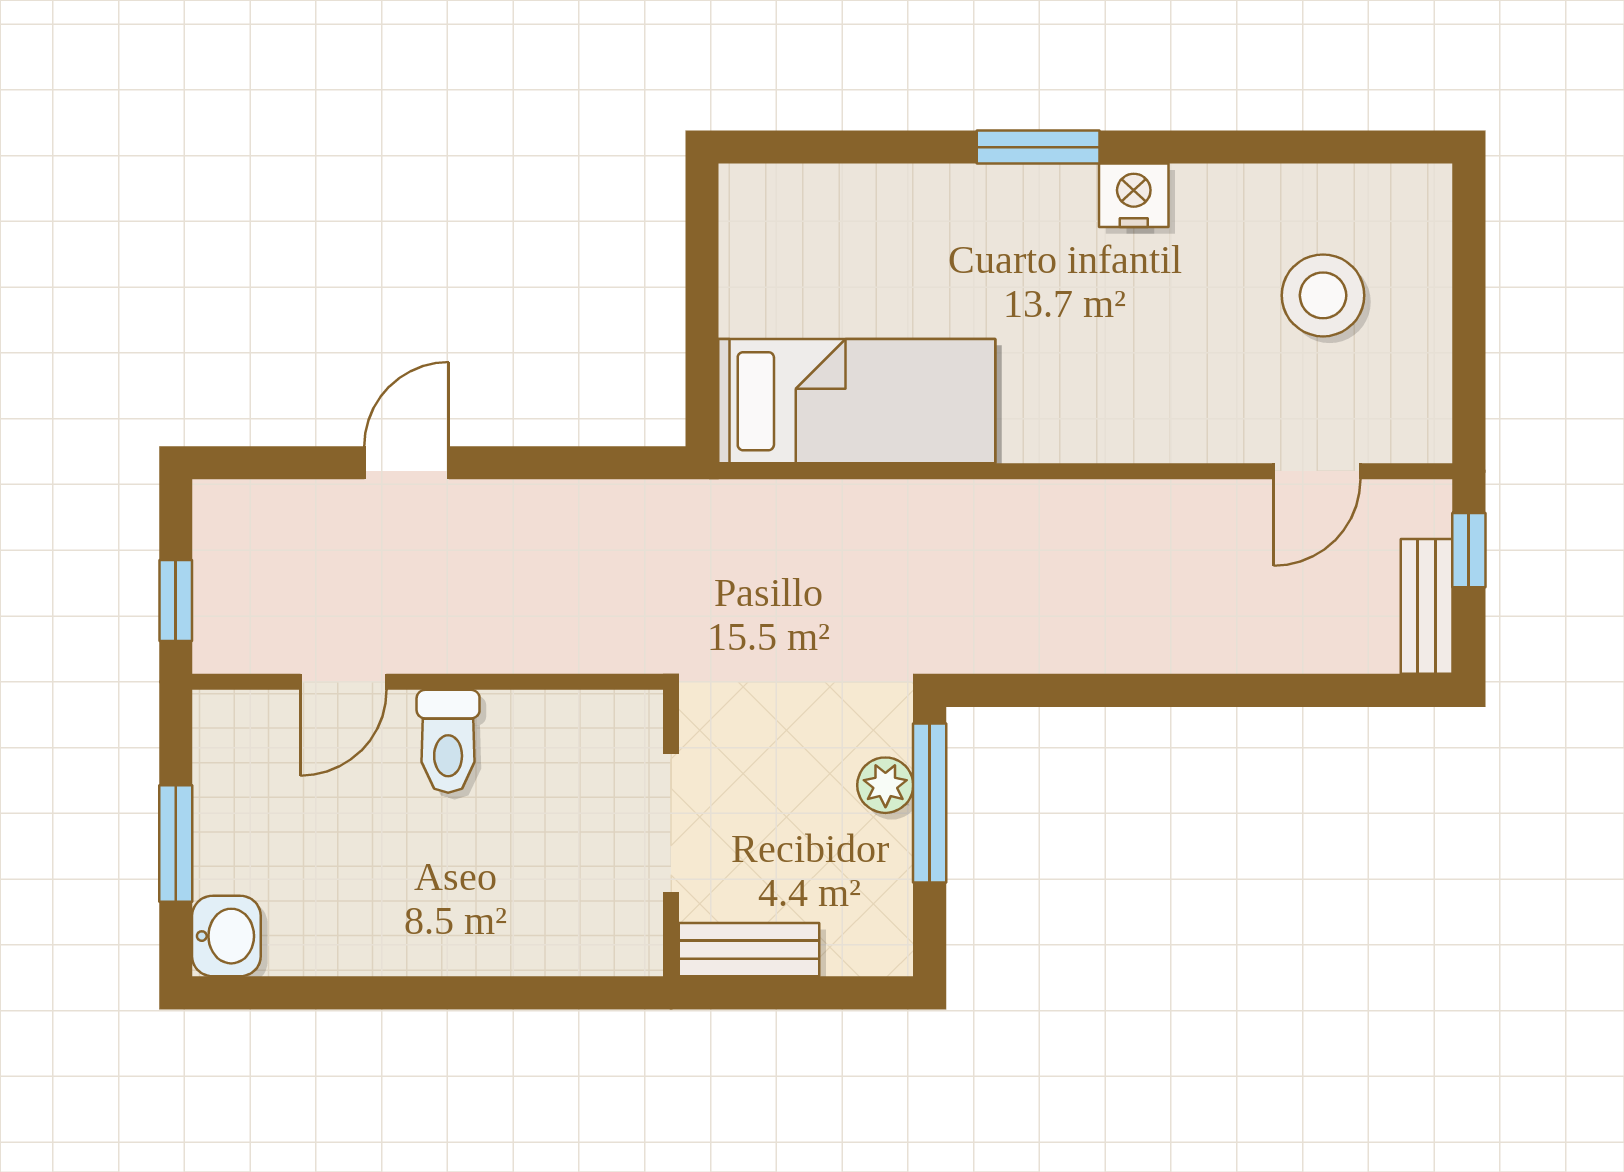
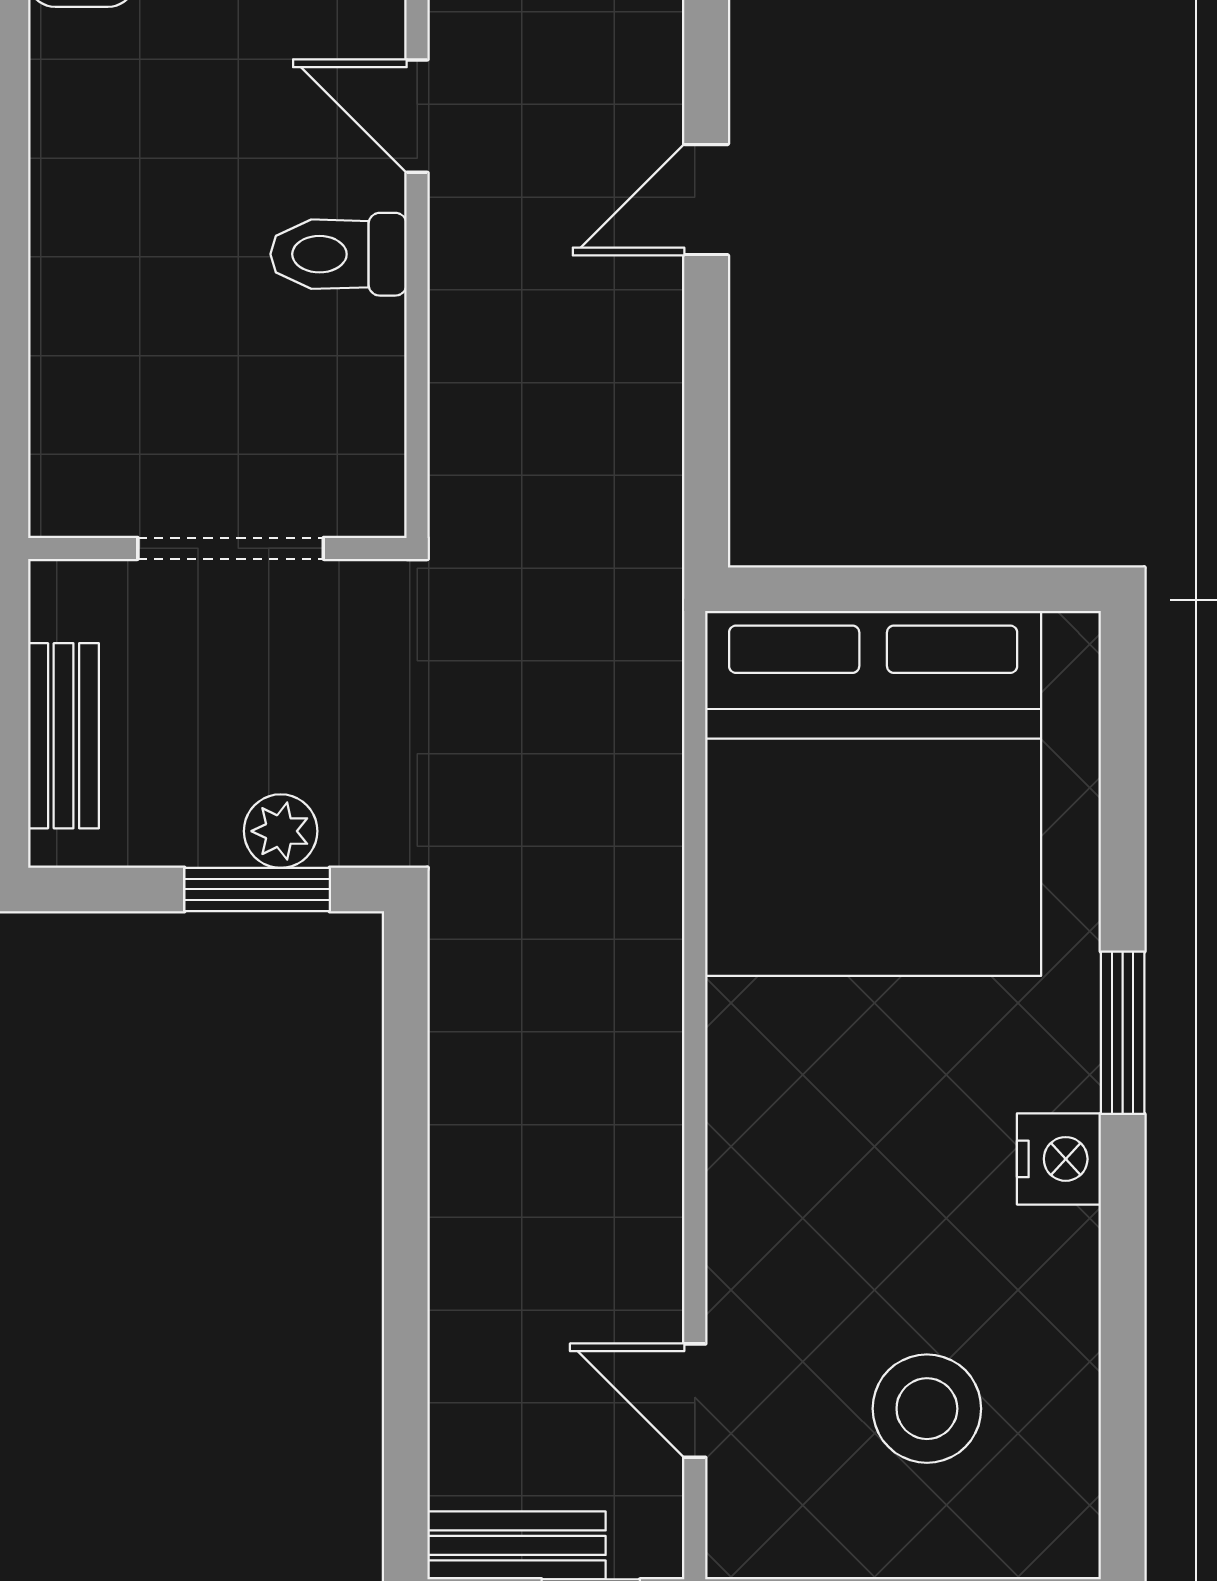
bed: (857, 401) -> (873, 793), width x2.04
door: (407, 463) -> (706, 200), swing flipped
window: (930, 803) -> (257, 889), width x0.69
bench: (749, 950) -> (64, 736), moved

